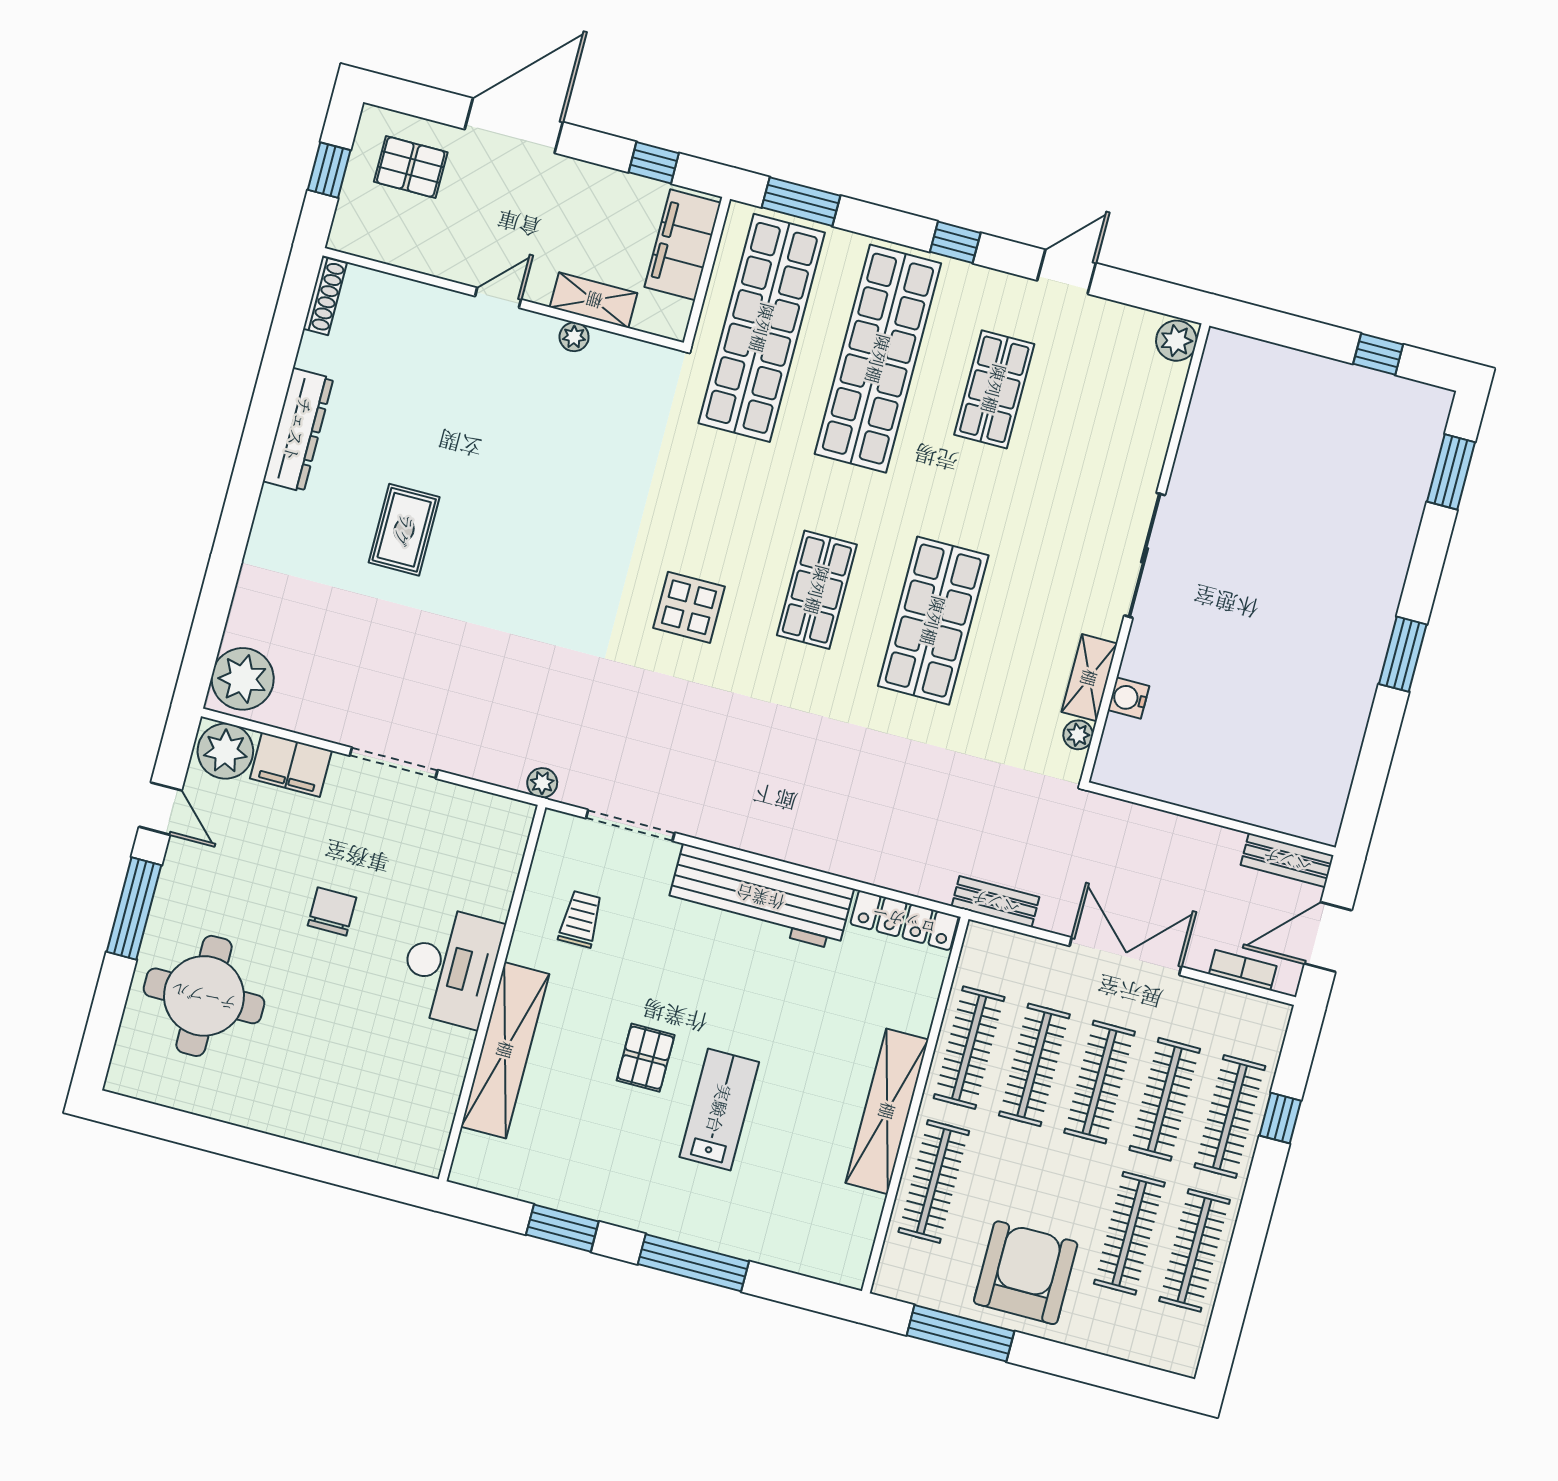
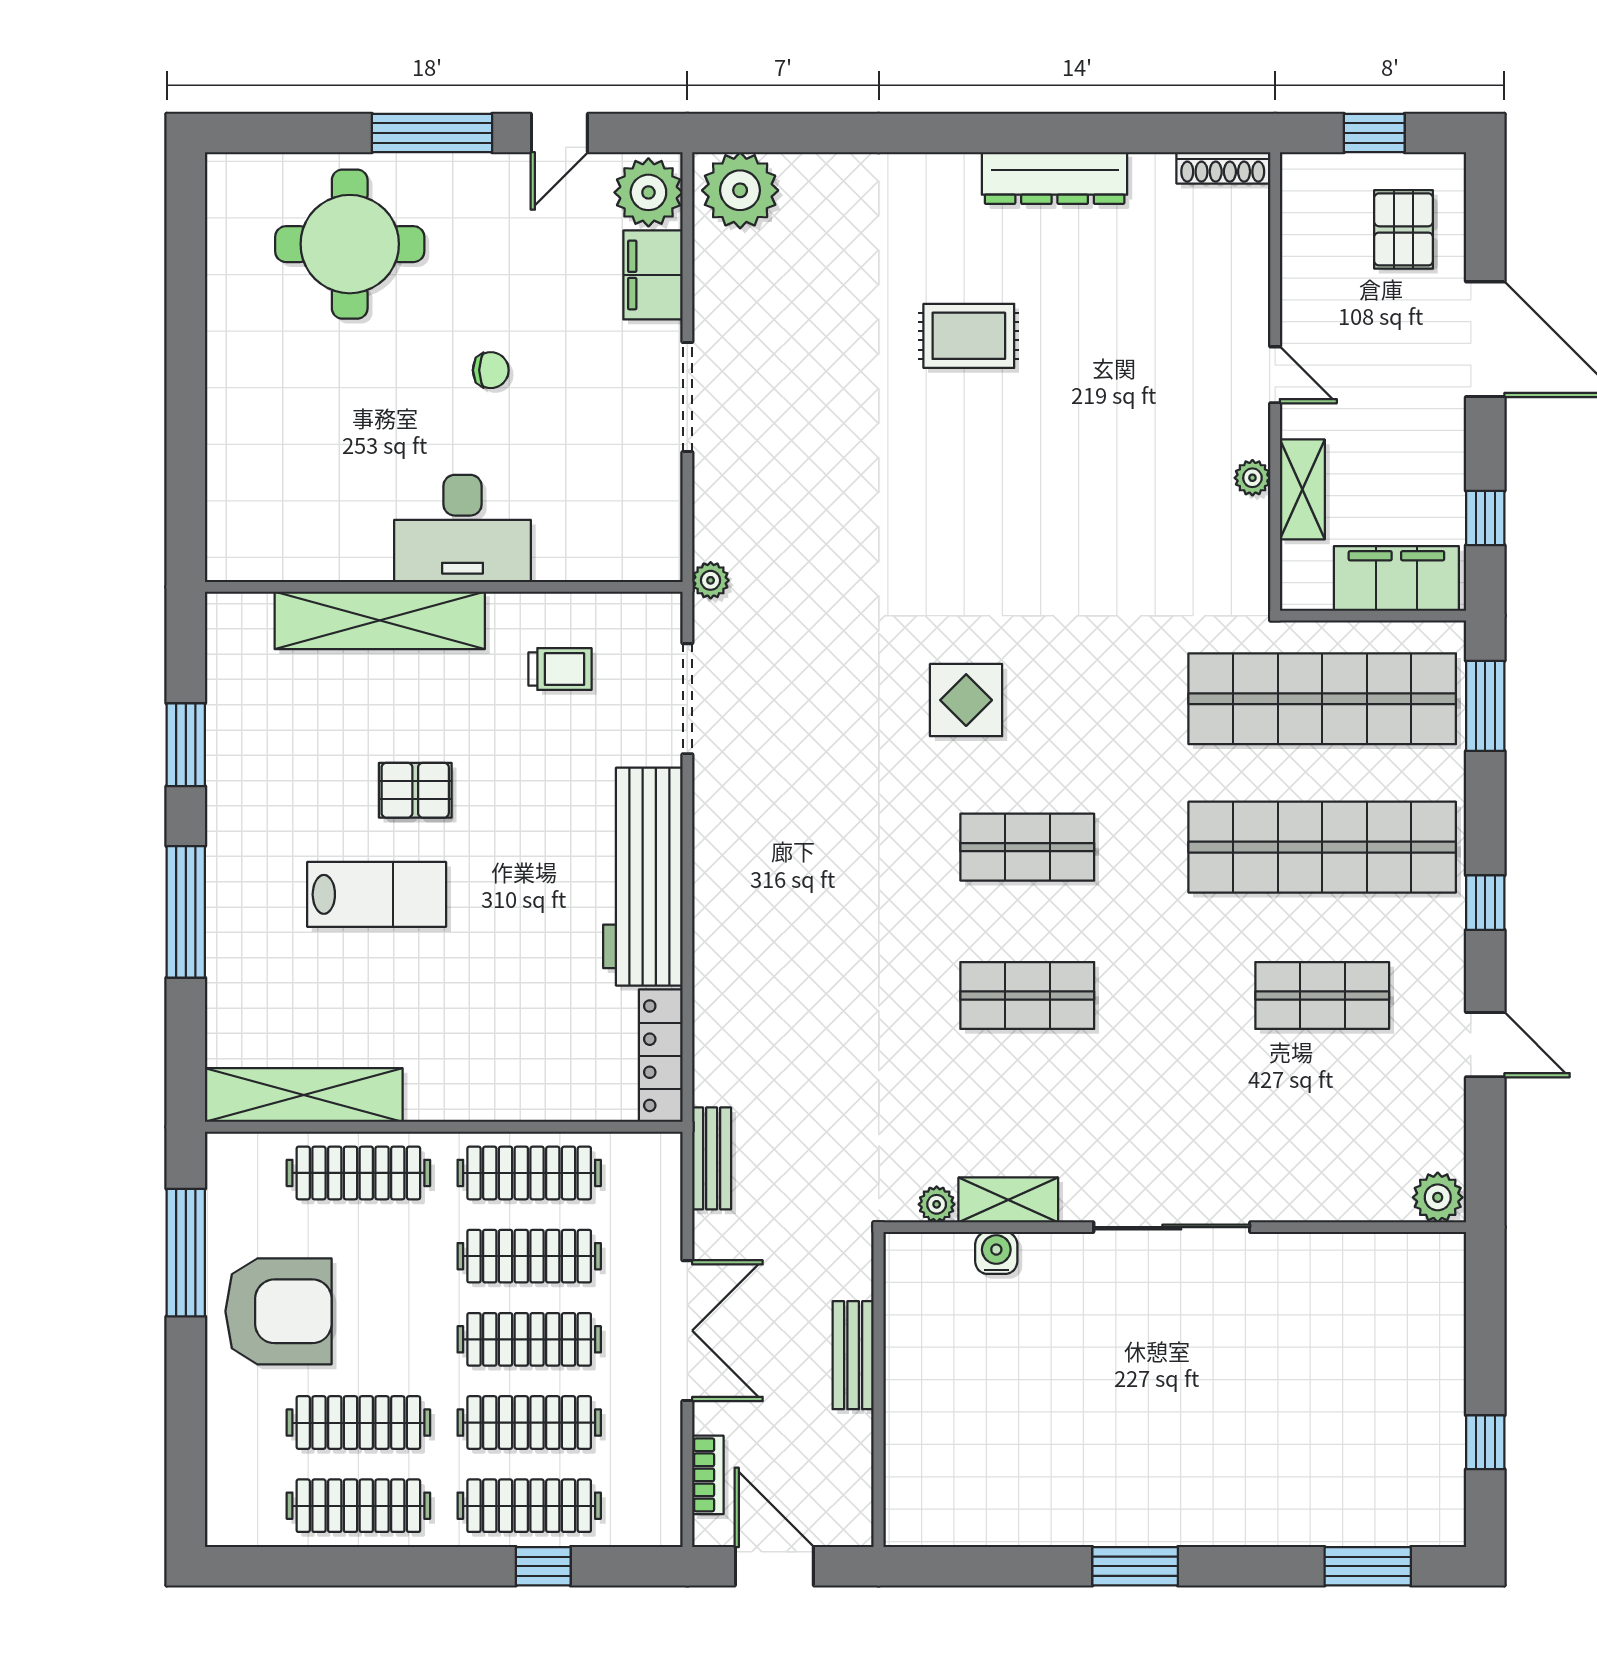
shop shelf: (933, 621) -> (1027, 995), width x0.70, depth x0.74
bench: (1287, 860) -> (853, 1355), moved
chair: (332, 912) -> (491, 370), width x0.73, depth x0.73
shelving: (887, 1111) -> (304, 1095), moved

